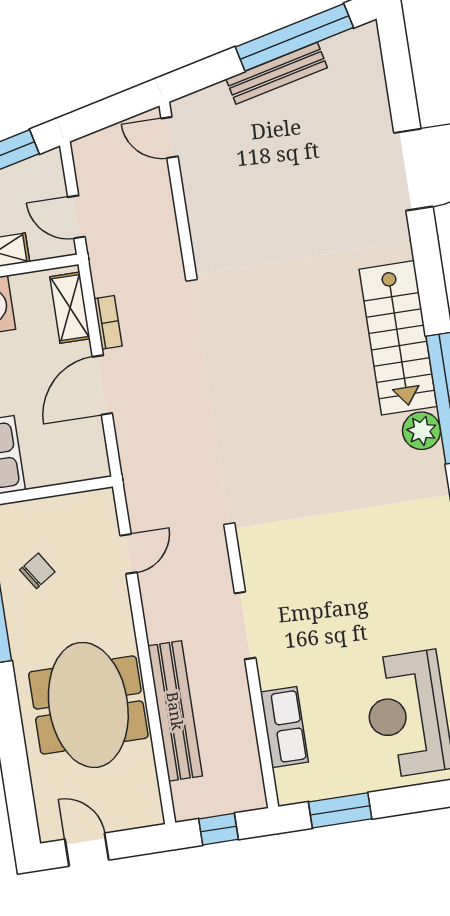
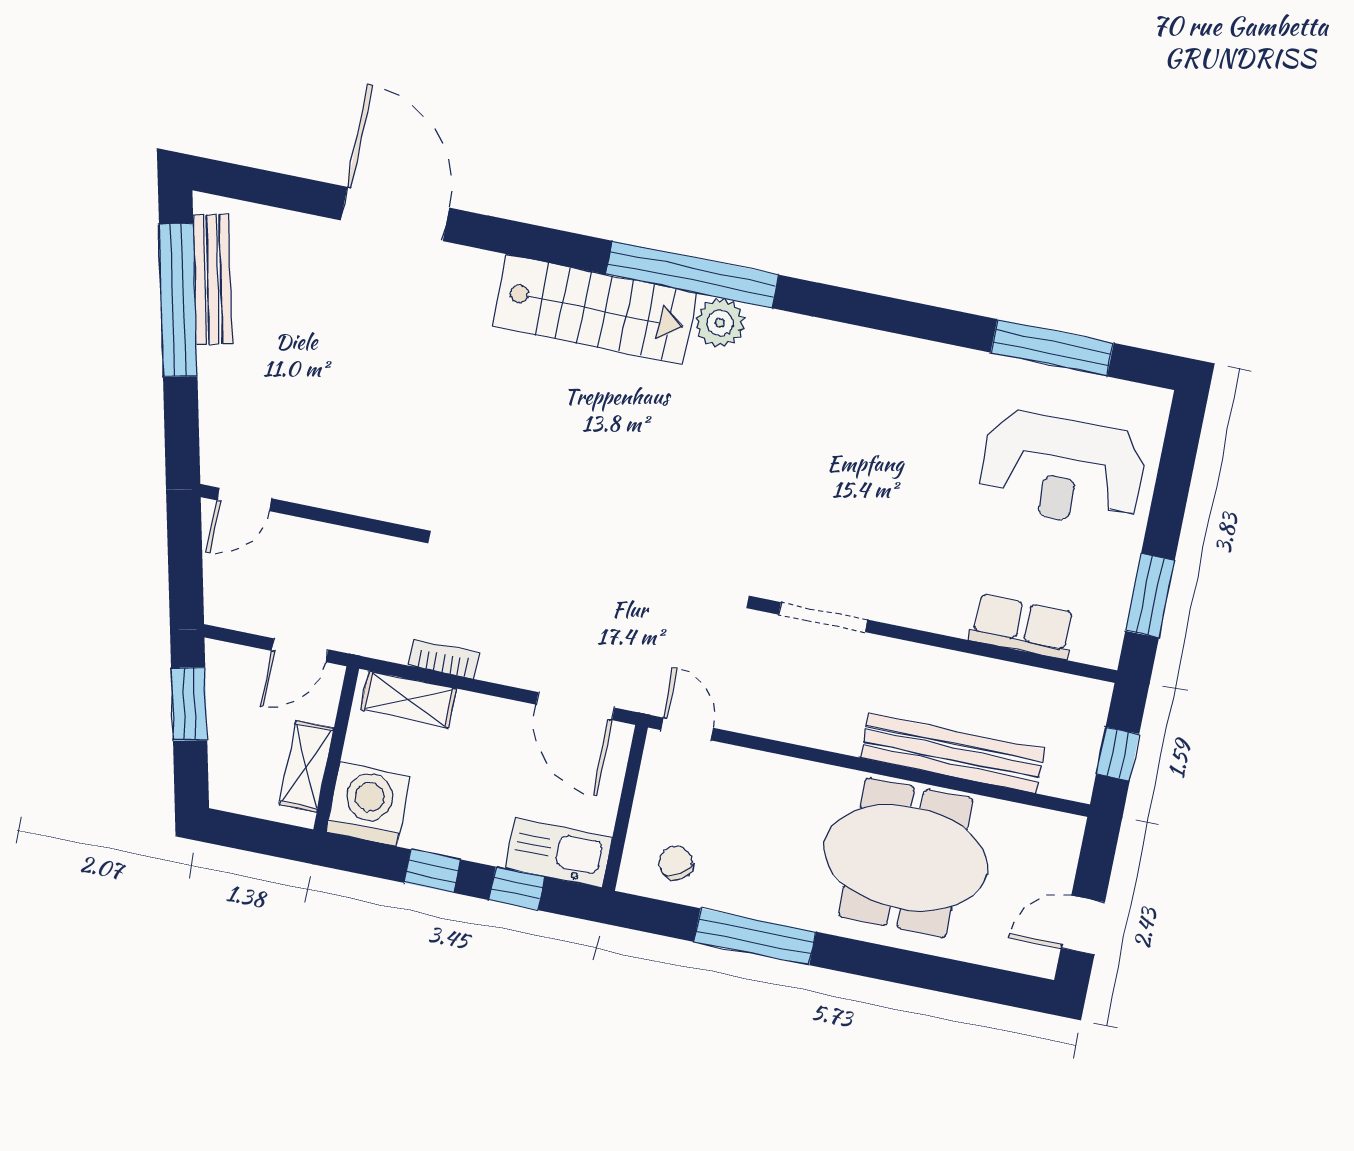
bench: (277, 73) -> (213, 279), moved
door: (102, 385) -> (575, 706), moved
door: (128, 554) -> (687, 729), moved
chair: (37, 571) -> (676, 863), moved
doorway: (245, 625) -> (823, 617), moved

